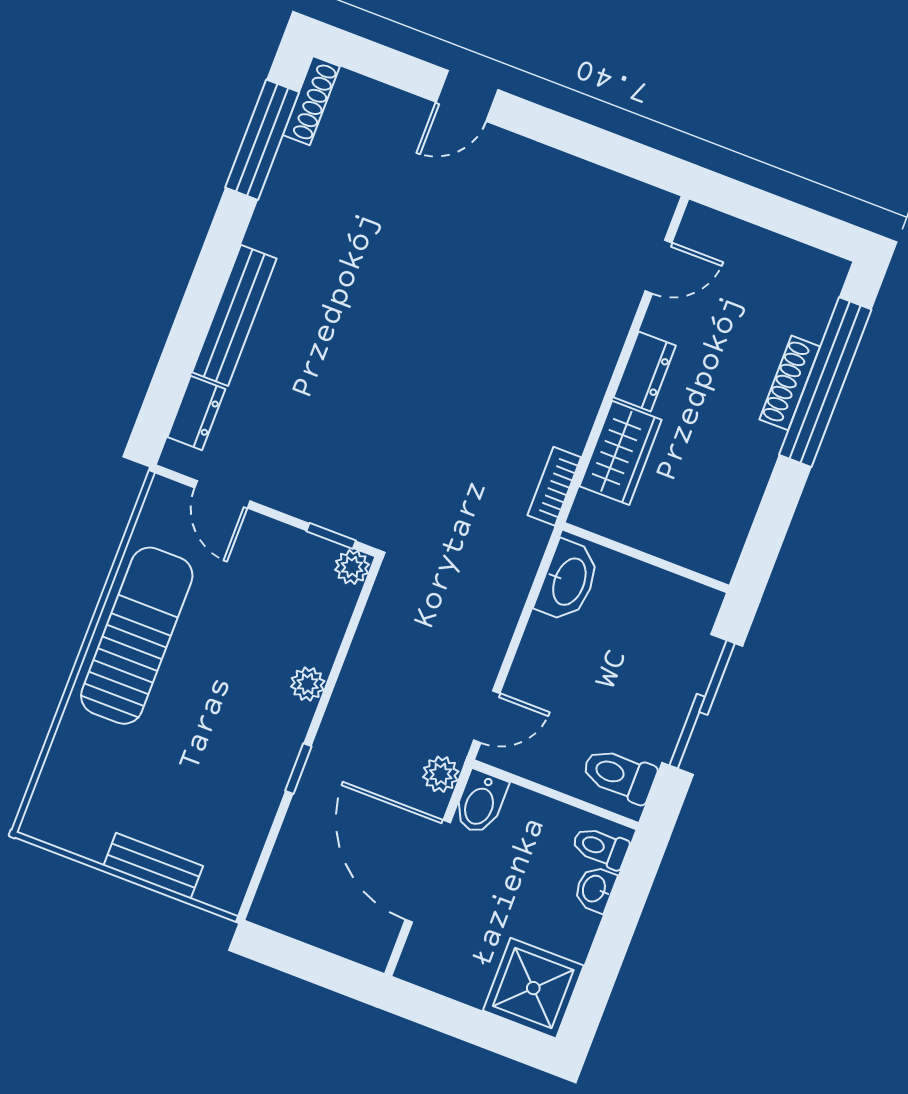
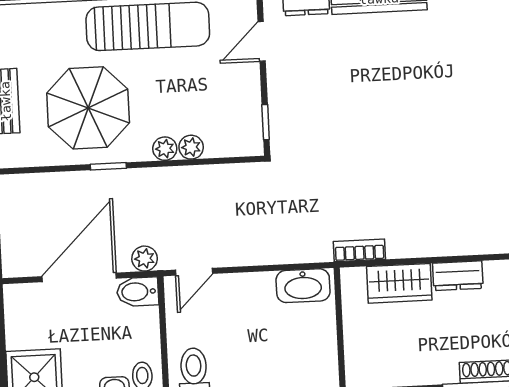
plant: (352, 567) -> (191, 147), moved
door: (487, 717) -> (194, 272), hinge flipped
parasol: (210, 761) -> (88, 108), added

